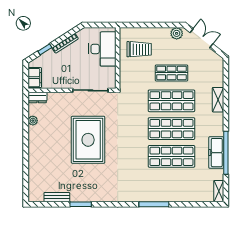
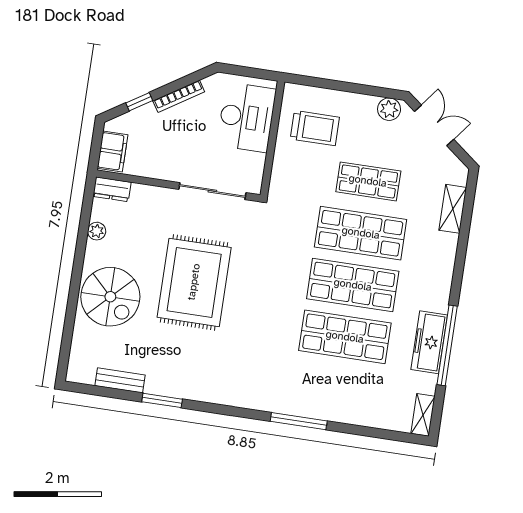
shelving: (218, 100) -> (453, 209), moved
spiral stairs: (45, 154) -> (110, 297), added

